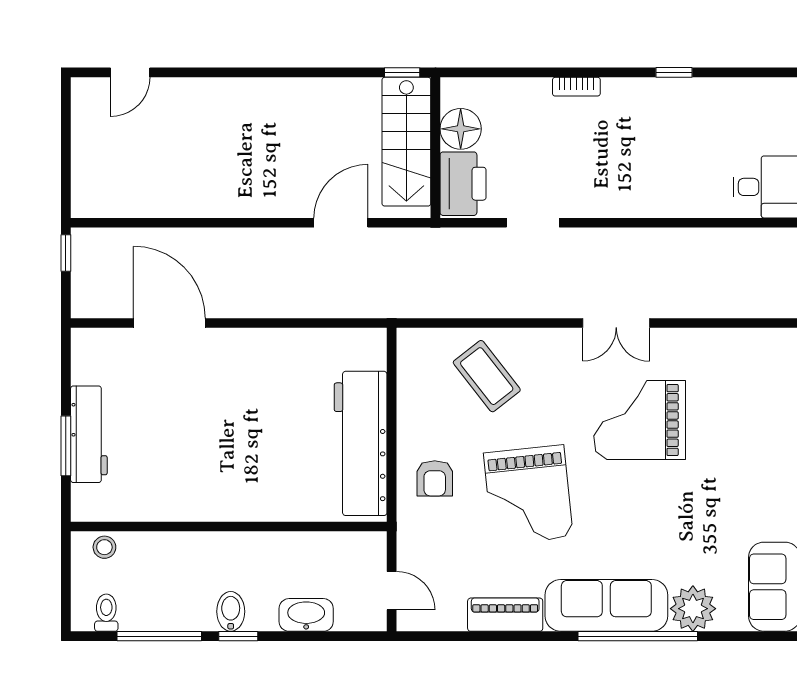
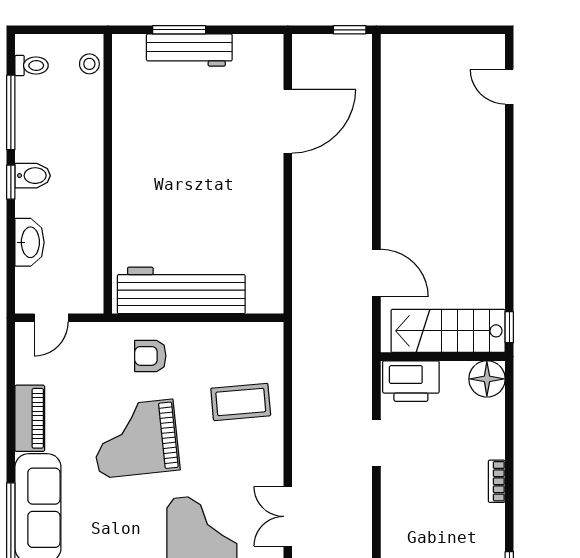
floor lamp: (461, 129) -> (487, 379), moved
coffee table: (487, 376) -> (241, 402), turned 33

